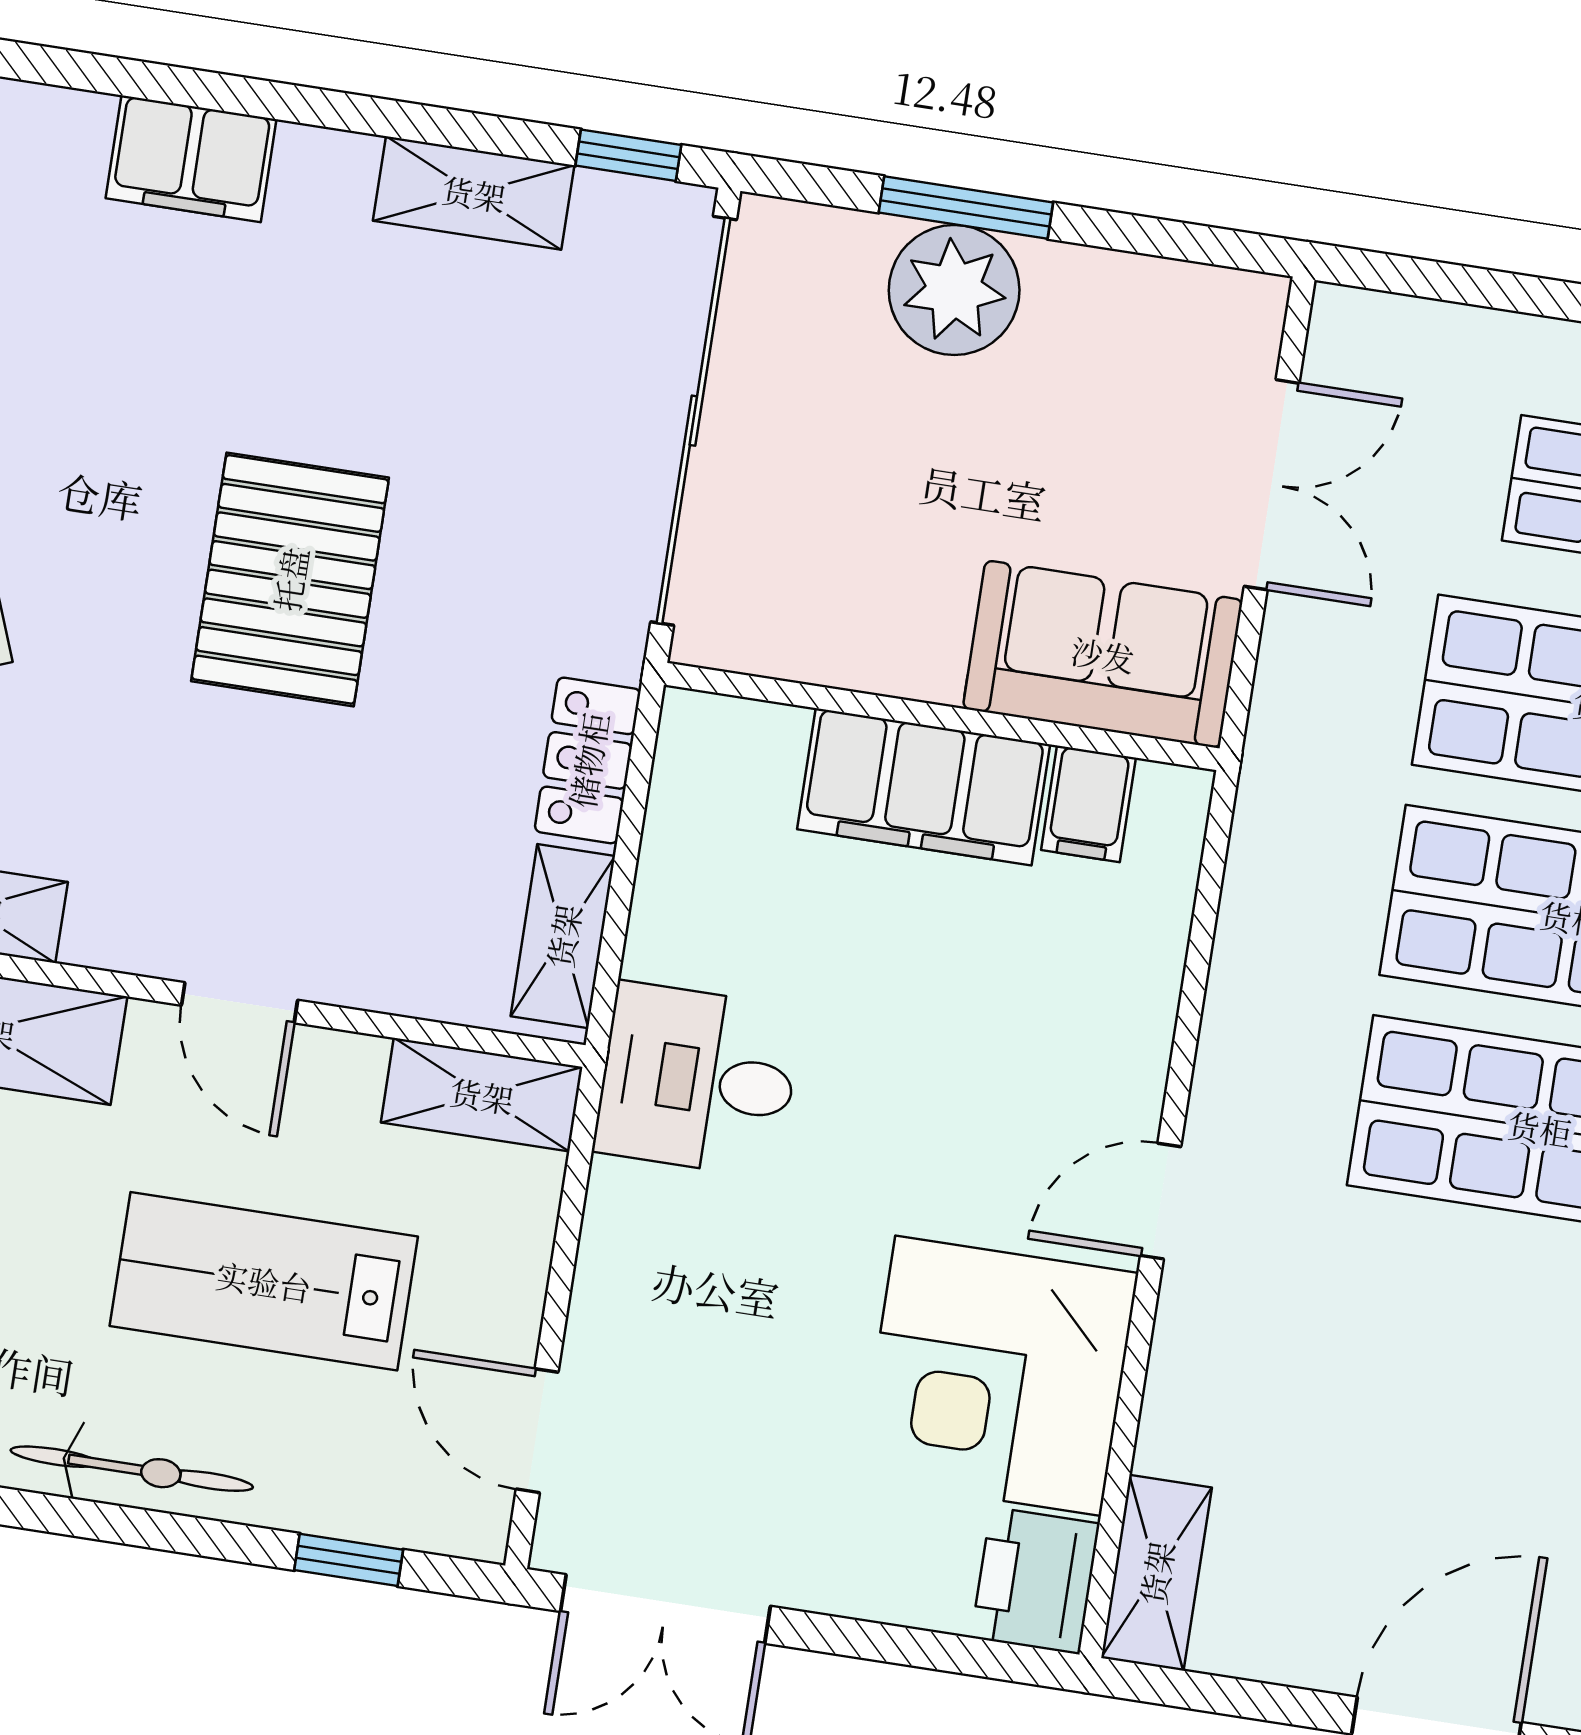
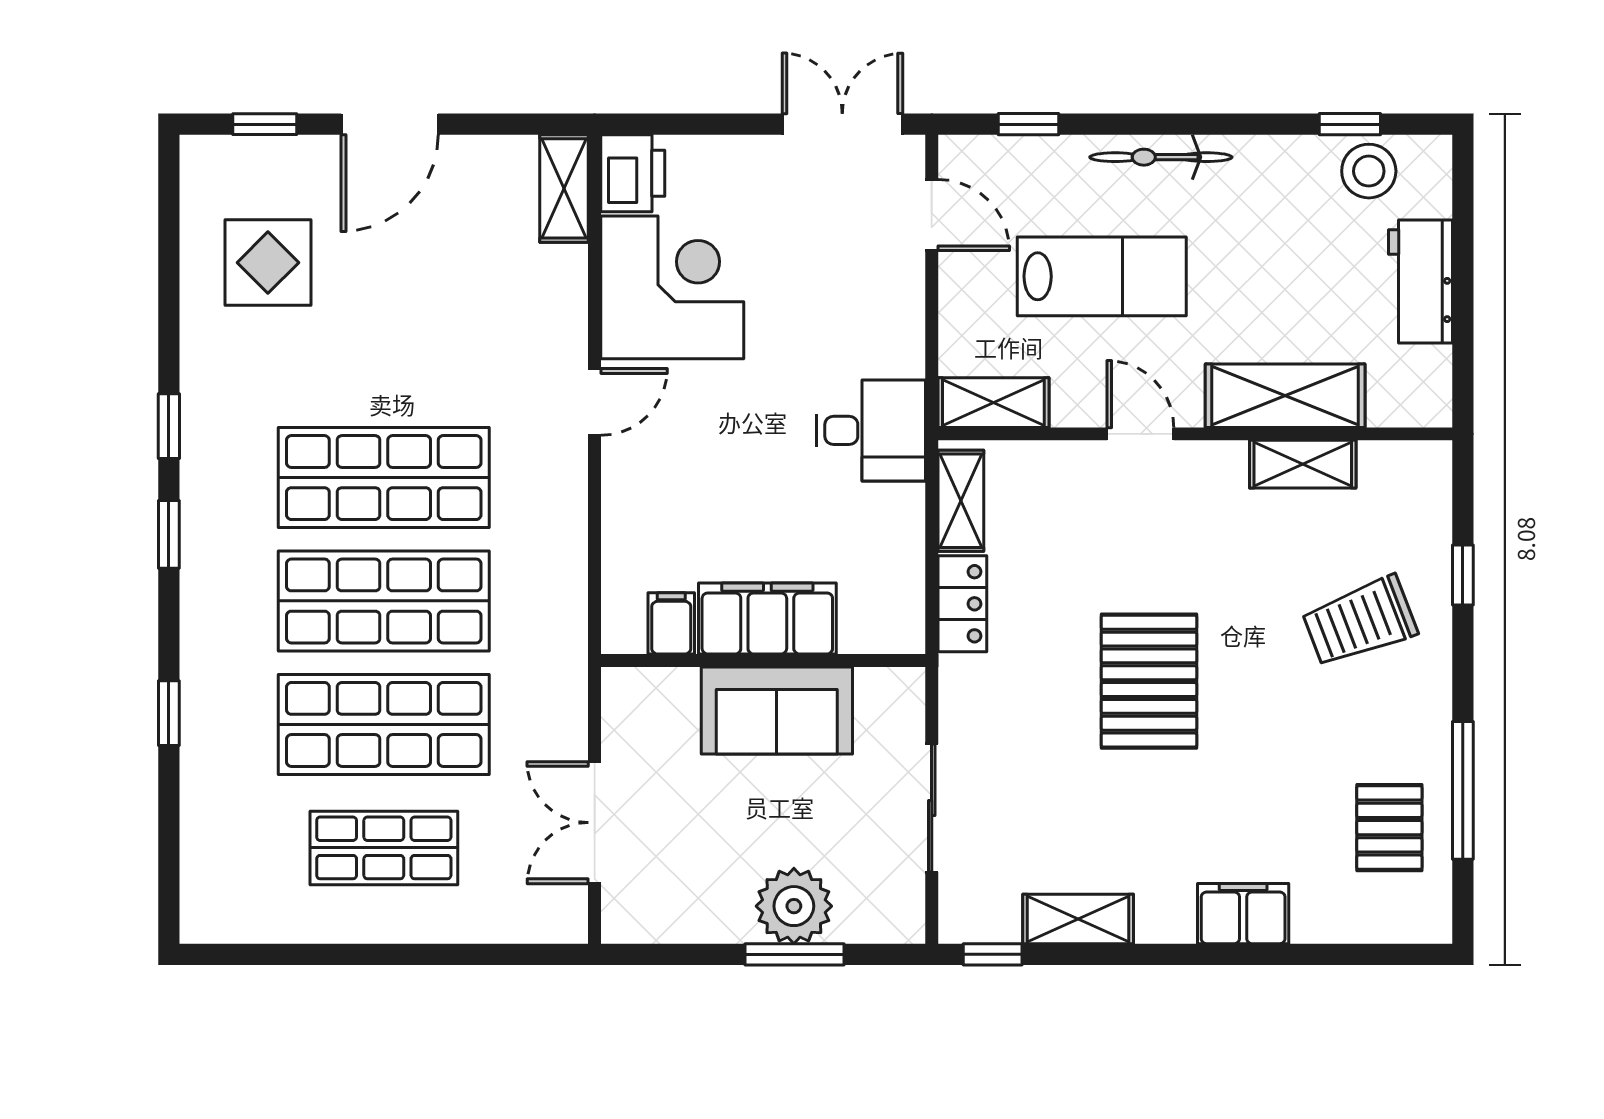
sliding door: (694, 421) -> (932, 808), width x0.54
sofa: (1103, 654) -> (777, 710), moved

